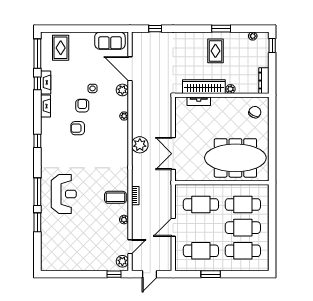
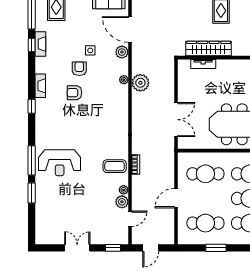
plant: (230, 89) -> (237, 51), removed
fireplace: (45, 106) -> (40, 86), moved
plant: (140, 145) -> (140, 83), moved
double door: (173, 154) -> (176, 120), swing flipped
reception desk: (64, 194) -> (60, 163), turned 90
plant: (122, 261) -> (122, 202), moved
double door: (80, 274) -> (77, 248), added

